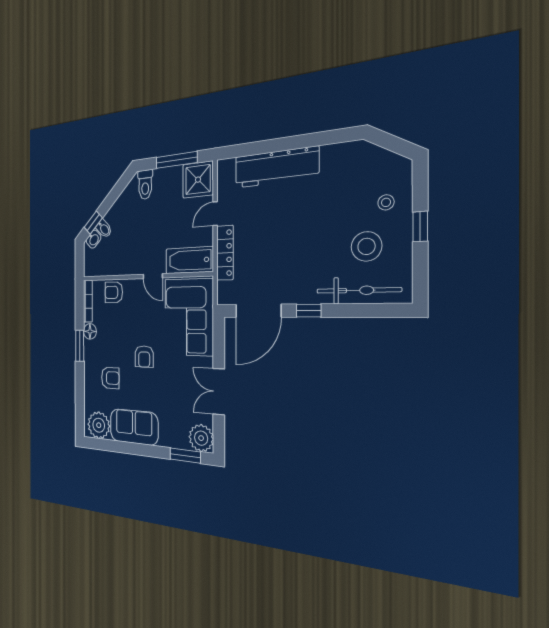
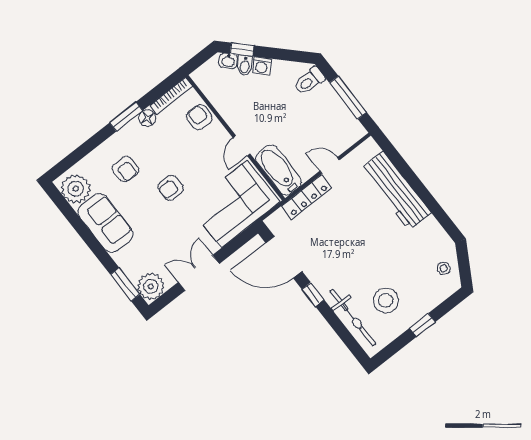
shower: (198, 180) -> (345, 130), removed
stool: (386, 202) -> (444, 268), moved
washing machine: (112, 216) -> (261, 66), added

